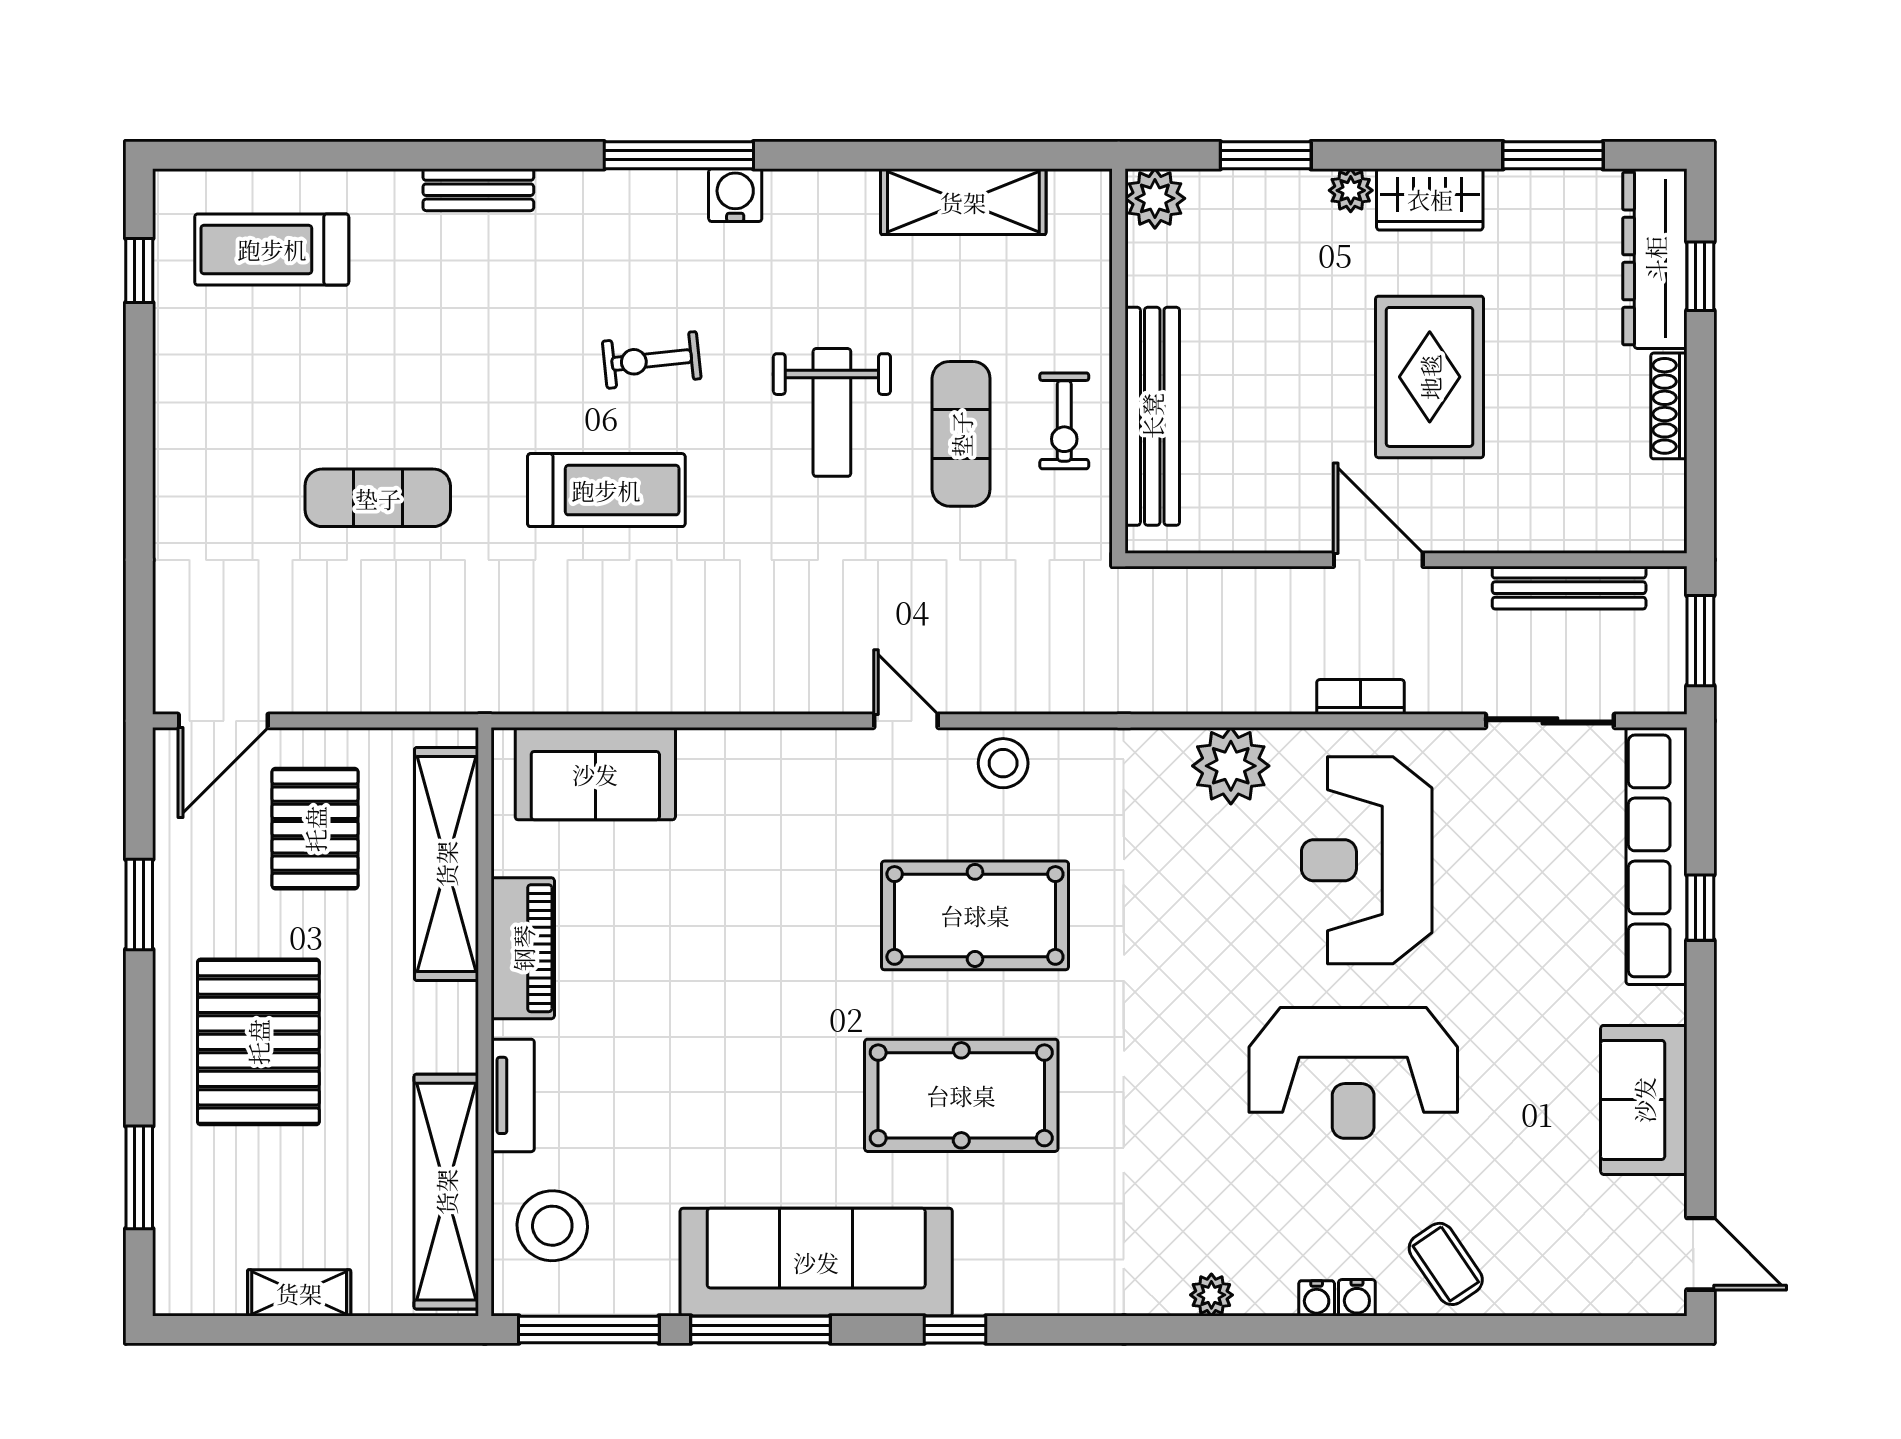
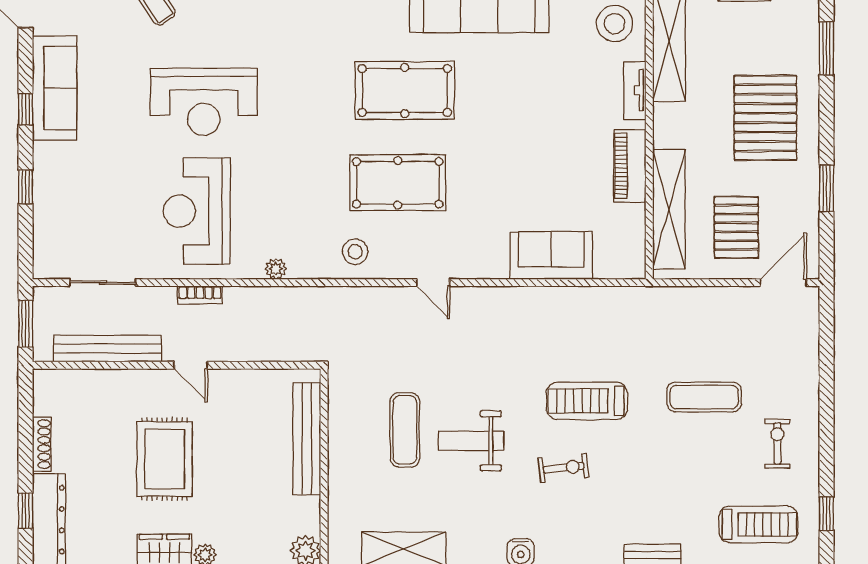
weight bench: (832, 412) -> (471, 441), turned -90
exercise bike: (1064, 421) -> (777, 443), moved
door: (1378, 560) -> (191, 365), width x0.73
bench: (1569, 588) -> (107, 349), width x1.37, depth x1.21
stool: (1003, 763) -> (355, 252), moved
plant: (1231, 766) -> (276, 269), width x0.53, depth x0.53
sofa: (595, 774) -> (551, 256), moved
row of seats: (1657, 856) -> (48, 213), removed
reception desk: (1367, 860) -> (197, 211), turned 180
window: (1700, 1059) -> (26, 109), added
reception desk: (1353, 1073) -> (204, 102), turned 180
sofa: (1644, 1100) -> (55, 88), width x1.36

